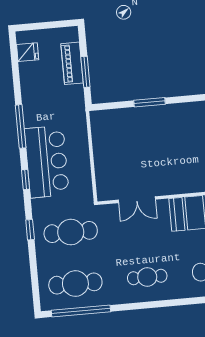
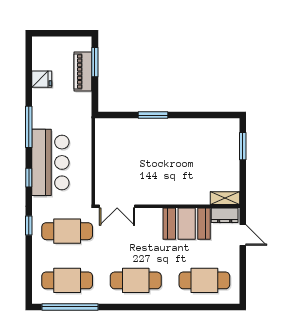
fridge: (28, 52) -> (42, 79), moved
window: (85, 72) -> (95, 62), moved
double door: (137, 200) -> (117, 206), moved
cafe table: (147, 277) -> (136, 280), width x1.37, depth x1.35

